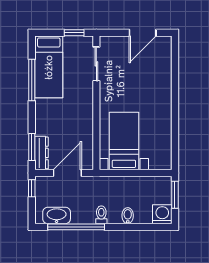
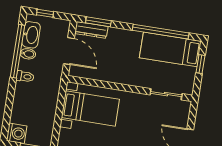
window: (74, 33) -> (200, 64), moved
window: (32, 80) -> (161, 32), width x1.46
window: (32, 188) -> (45, 13), moved
bidet: (128, 216) -> (28, 54), moved

